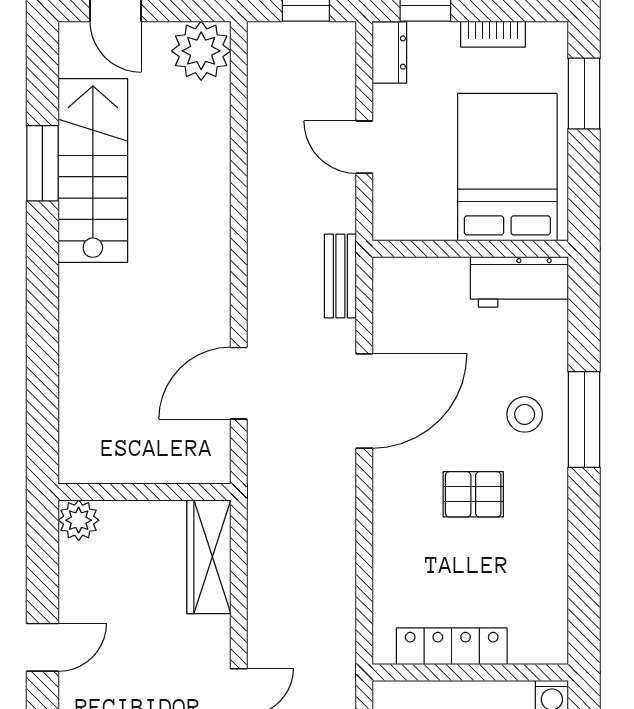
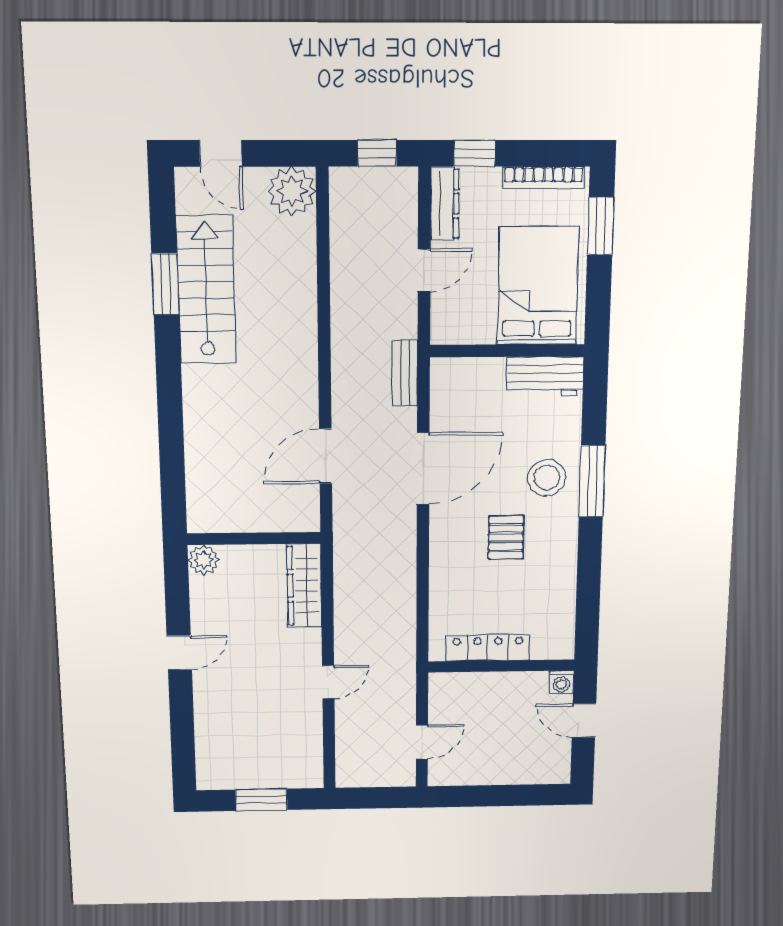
bookcase: (493, 34) -> (544, 177), width x1.56
dresser: (389, 53) -> (445, 204), width x1.44
door: (364, 147) -> (424, 270), swing flipped
stool: (525, 414) -> (547, 478), width x1.38, depth x1.38
pallet: (473, 494) -> (506, 538), turned 90

